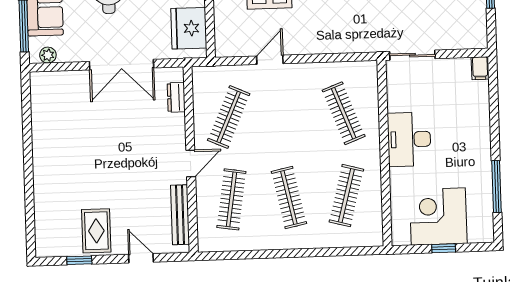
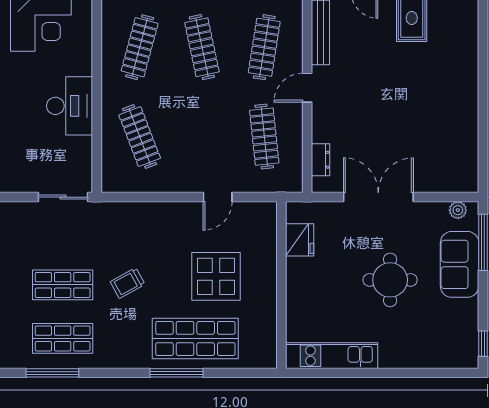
fridge: (189, 28) -> (300, 240), width x0.73, depth x0.75
clothes rail: (229, 117) -> (264, 137), turned -30

